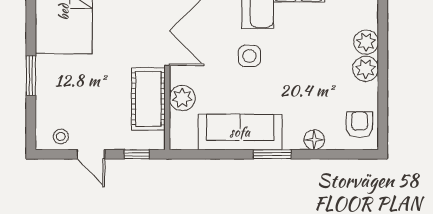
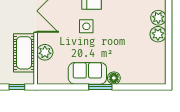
armchair: (359, 125) -> (154, 69), removed
sofa: (240, 132) -> (87, 73), width x0.73
floor lamp: (314, 140) -> (114, 78), moved

